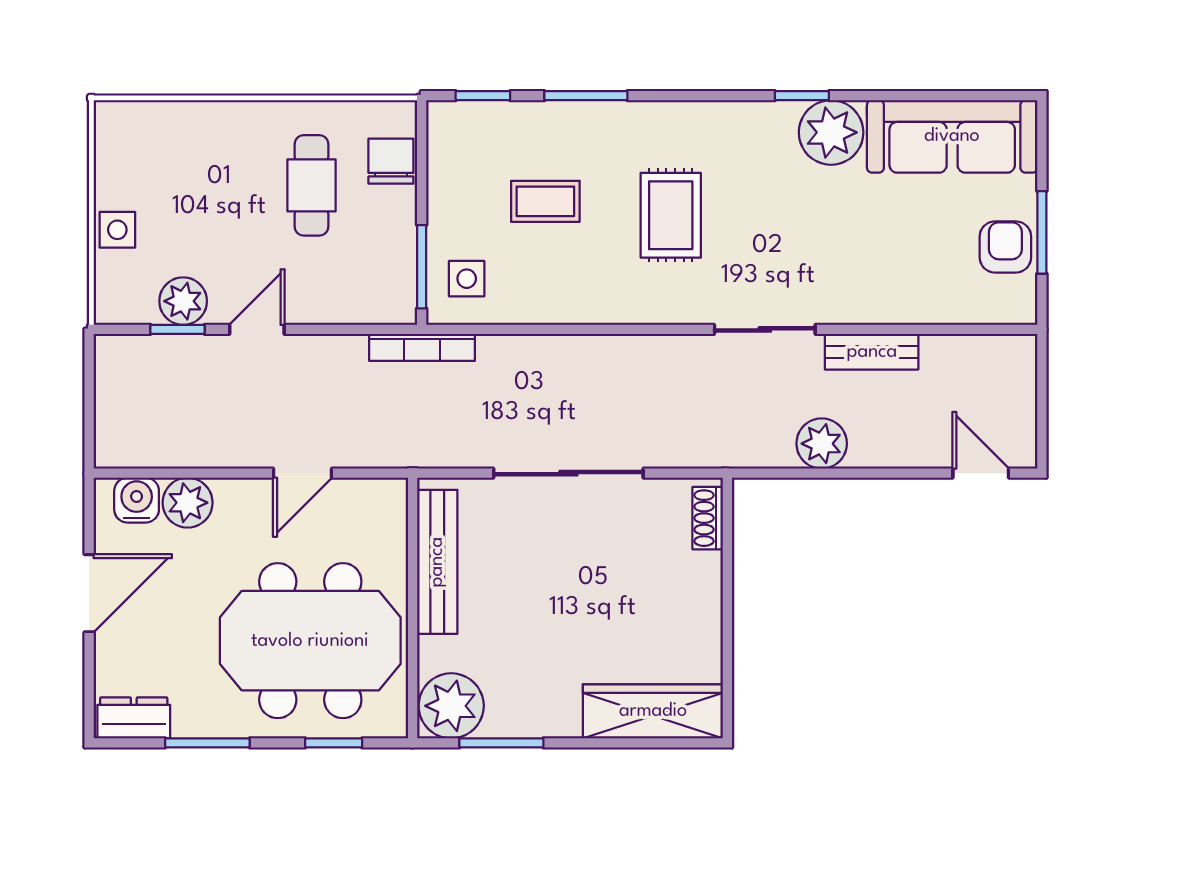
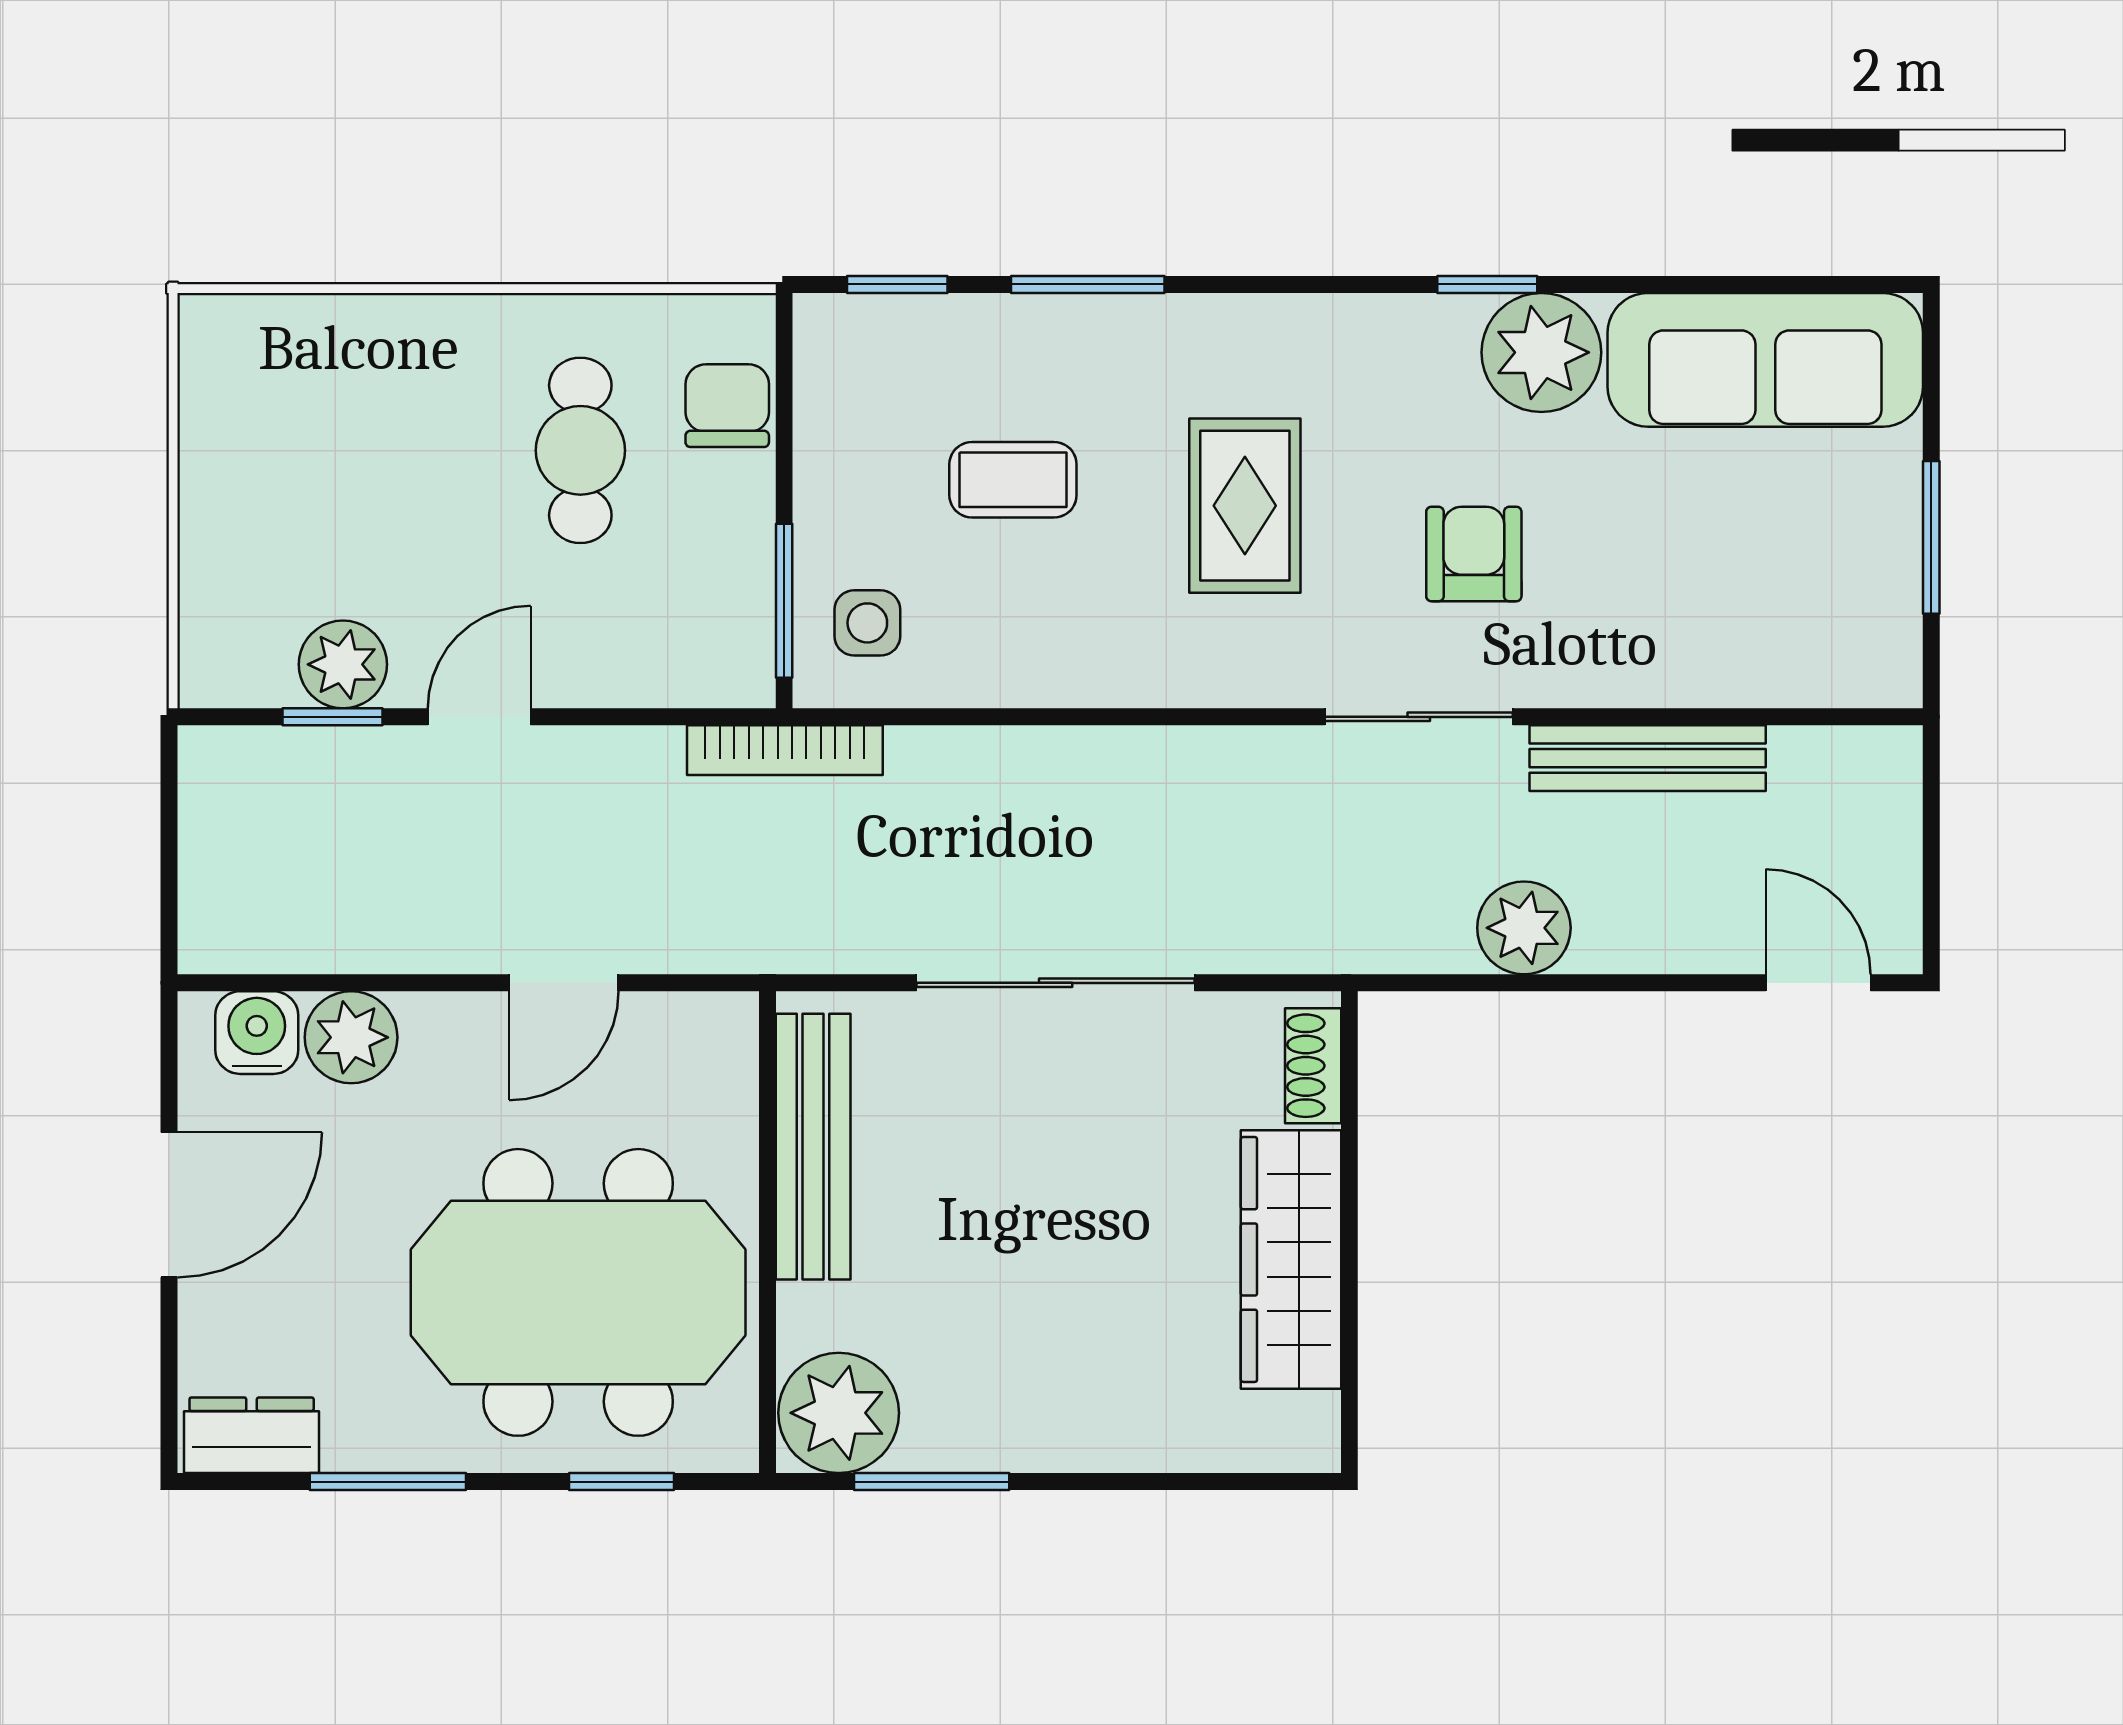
side table: (117, 230) -> (221, 532), removed
armchair: (1005, 247) -> (1474, 554), moved
bench: (872, 352) -> (1648, 758), width x1.36
wardrobe: (653, 711) -> (1291, 1259), moved, turned -90

